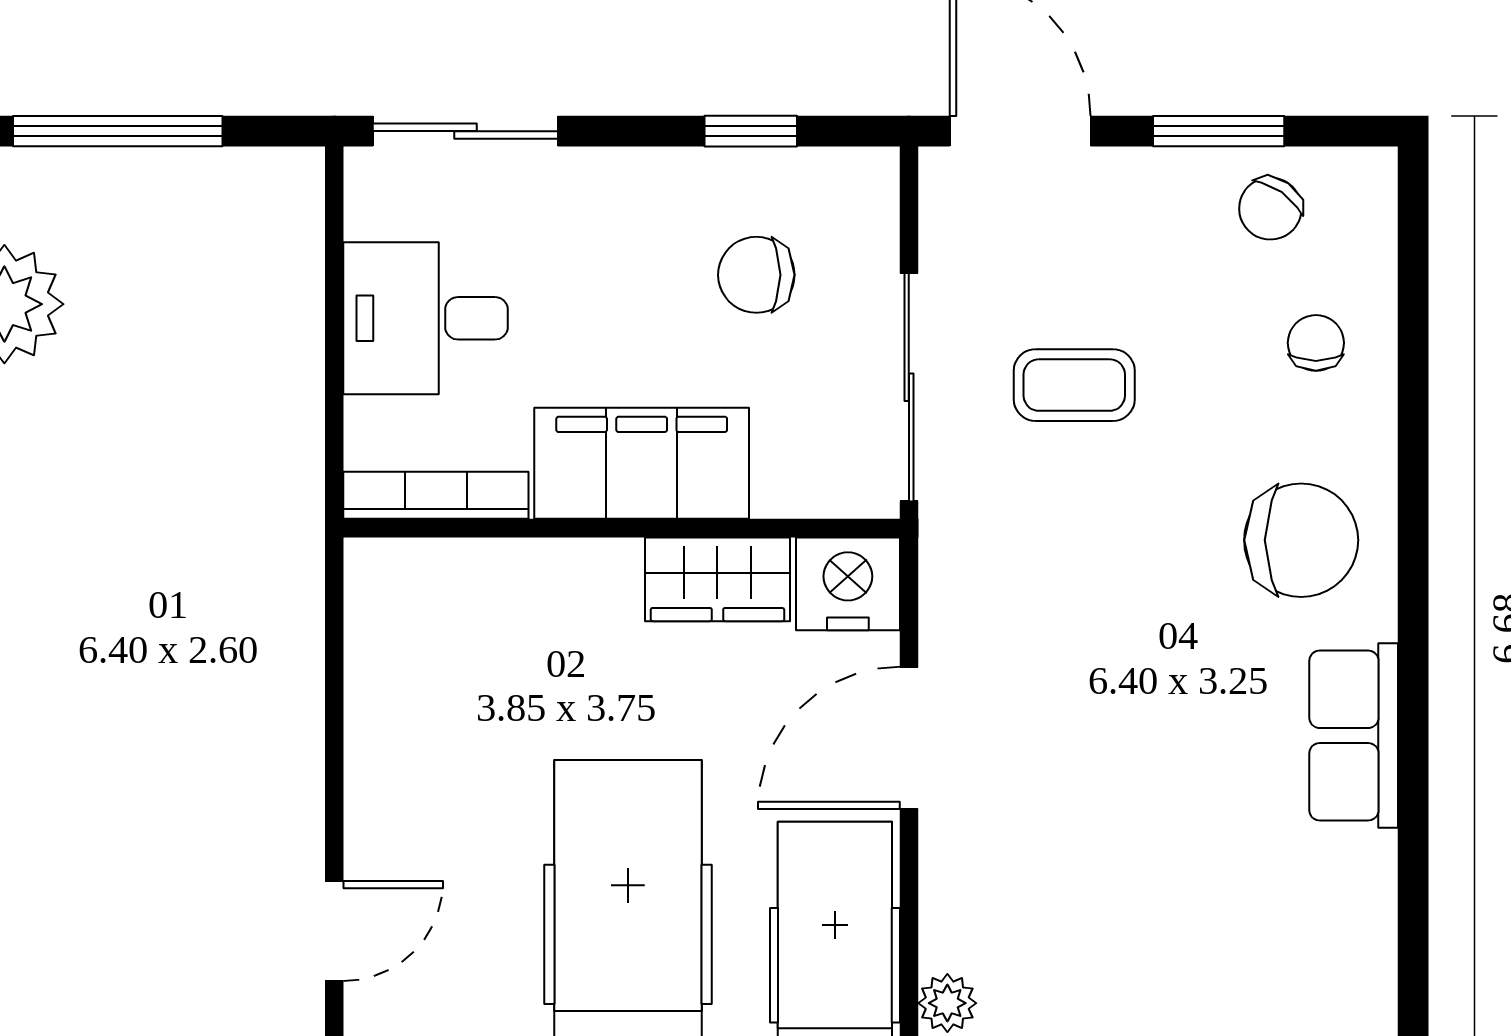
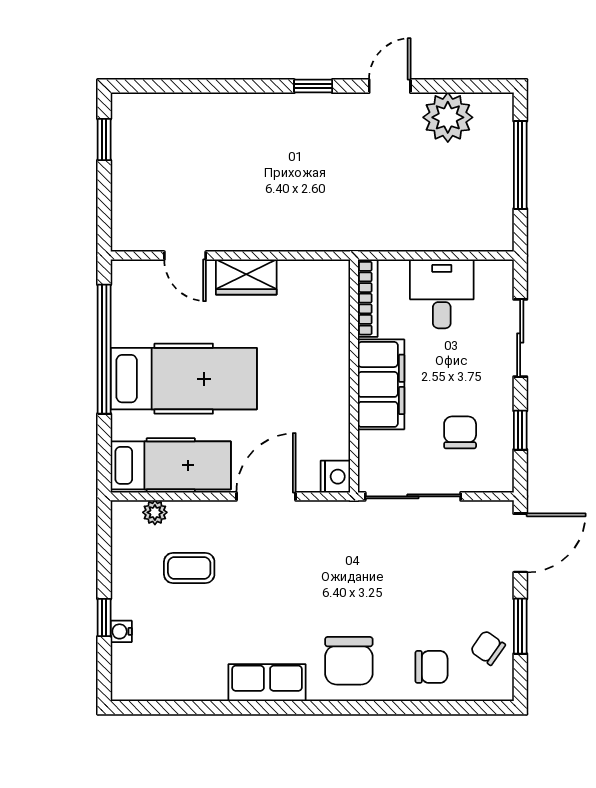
sliding door: (465, 131) -> (520, 338), moved
chair: (1316, 343) -> (431, 667), width x1.37, depth x1.37
coffee table: (1074, 385) -> (189, 568), moved, turned 90
wardrobe: (717, 579) -> (246, 277), moved, turned -90
nightstand: (848, 584) -> (335, 477), width x0.74, depth x0.75
door: (909, 738) -> (266, 496), hinge flipped

